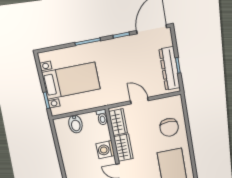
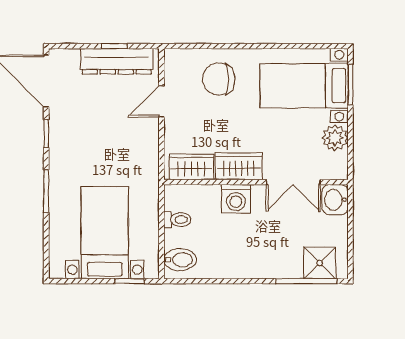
door: (139, 101) -> (161, 101), moved
toilet: (102, 117) -> (177, 220), moved
bidet: (75, 124) -> (180, 260), moved
chair: (169, 127) -> (219, 79), turned 180

